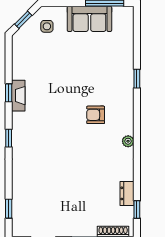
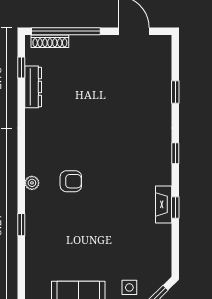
plant: (128, 141) -> (32, 183), moved
dresser: (127, 193) -> (33, 87), width x1.44
window: (9, 209) -> (175, 92), moved

